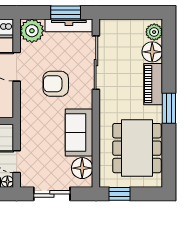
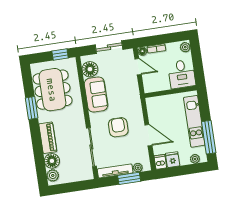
window: (66, 12) -> (129, 178), moved
plant: (32, 31) -> (138, 168), width x0.53, depth x0.53
armchair: (56, 84) -> (118, 127), turned -90
window: (169, 108) -> (32, 108), moved

